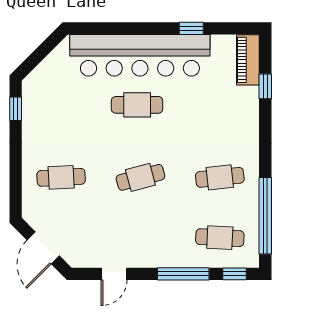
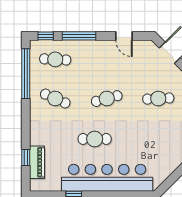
piano: (248, 60) -> (37, 162), moved
cafe table: (137, 105) -> (95, 139), moved
cafe table: (220, 177) -> (55, 99), turned 30
door: (114, 274) -> (124, 36), swing flipped

